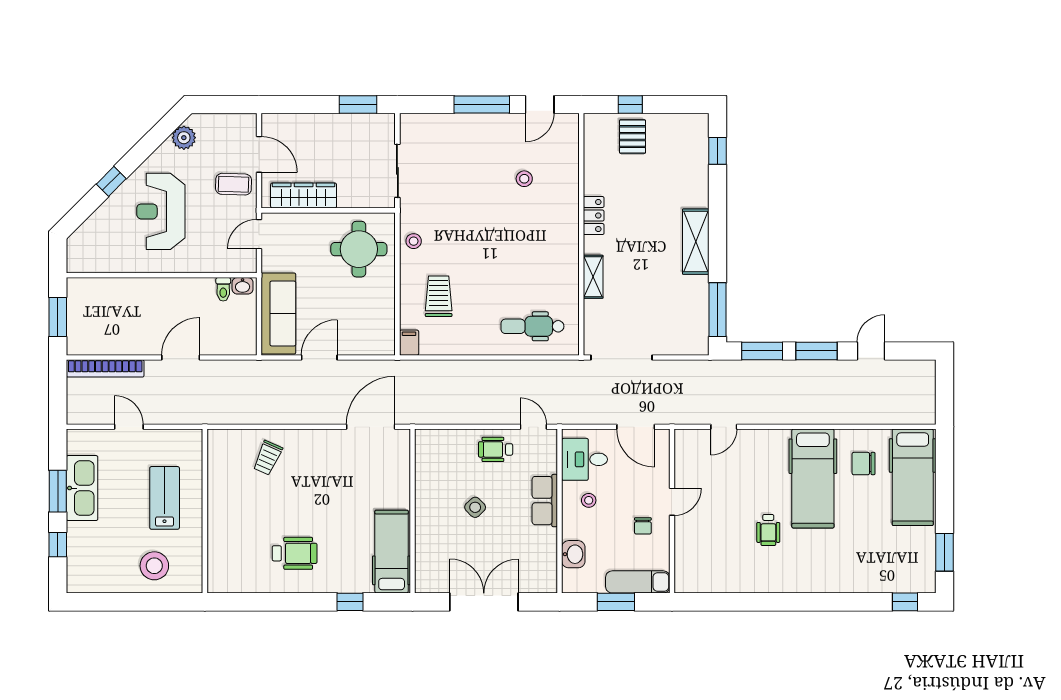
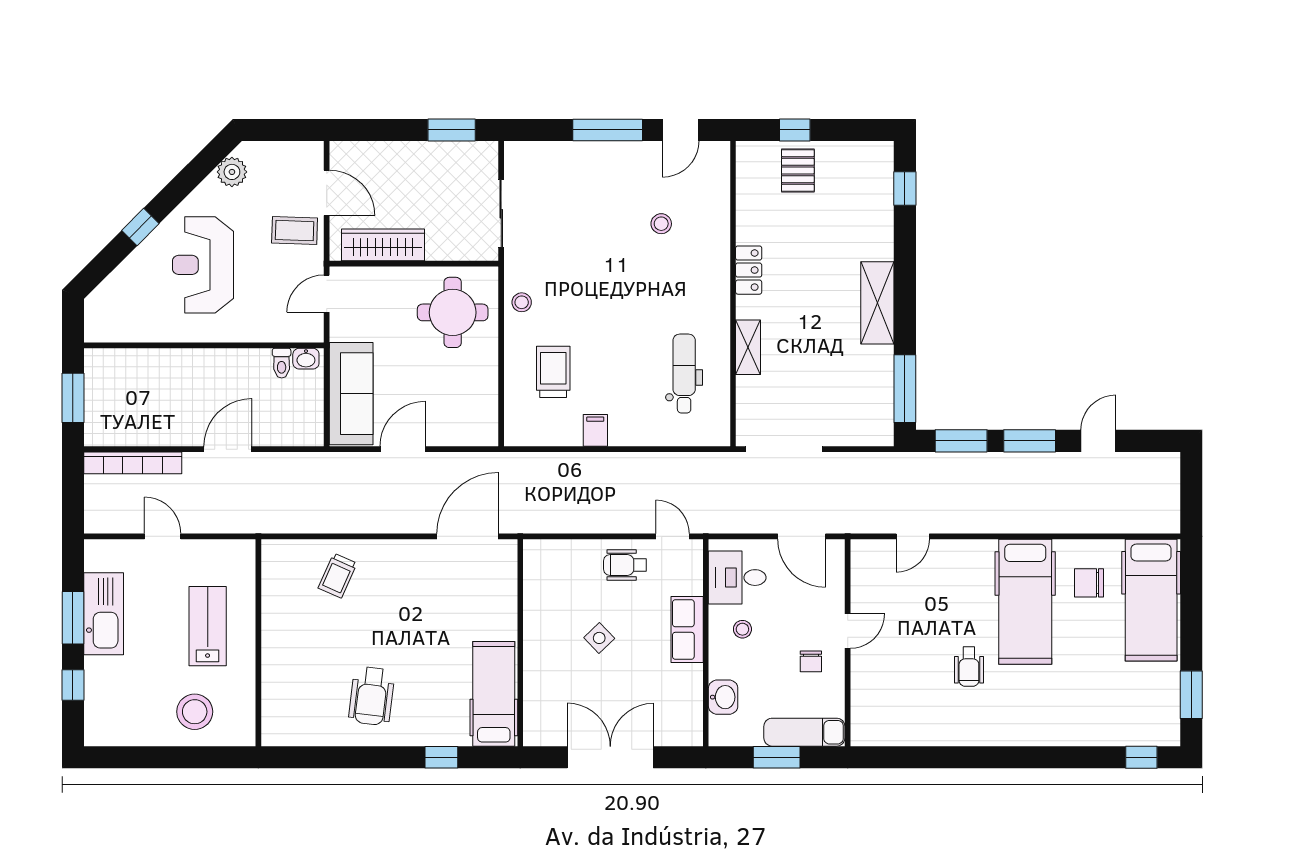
dental chair: (532, 326) -> (684, 374), moved, turned 90
filing cabinet: (409, 343) -> (595, 430), moved
wheelchair: (295, 553) -> (372, 696), turned 97

